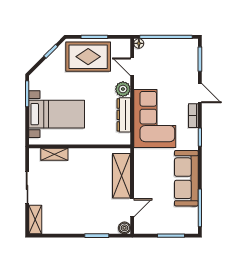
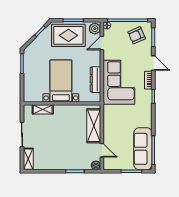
armchair: (178, 57) -> (137, 35), added
door: (132, 67) -> (102, 43), hinge flipped
plant: (123, 89) -> (95, 29), moved
bed with nightstands: (57, 114) -> (61, 81), moved, turned -90
sofa: (186, 178) -> (143, 149), moved
door: (132, 208) -> (102, 150), hinge flipped

